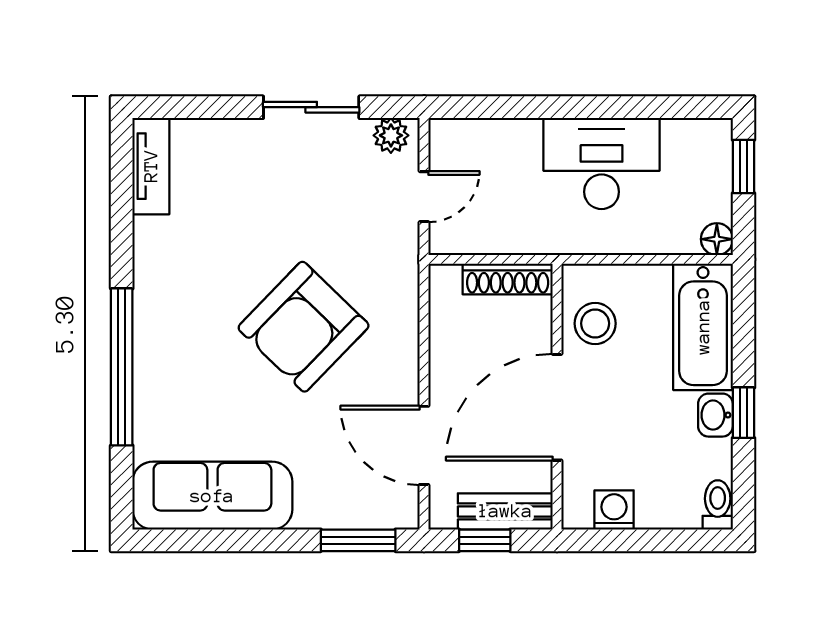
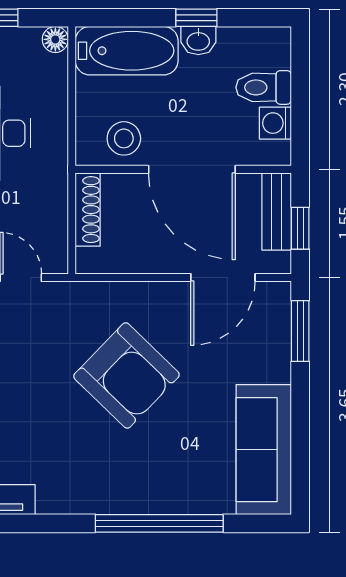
toilet: (718, 505) -> (264, 87), moved, width x1.37, depth x1.39

